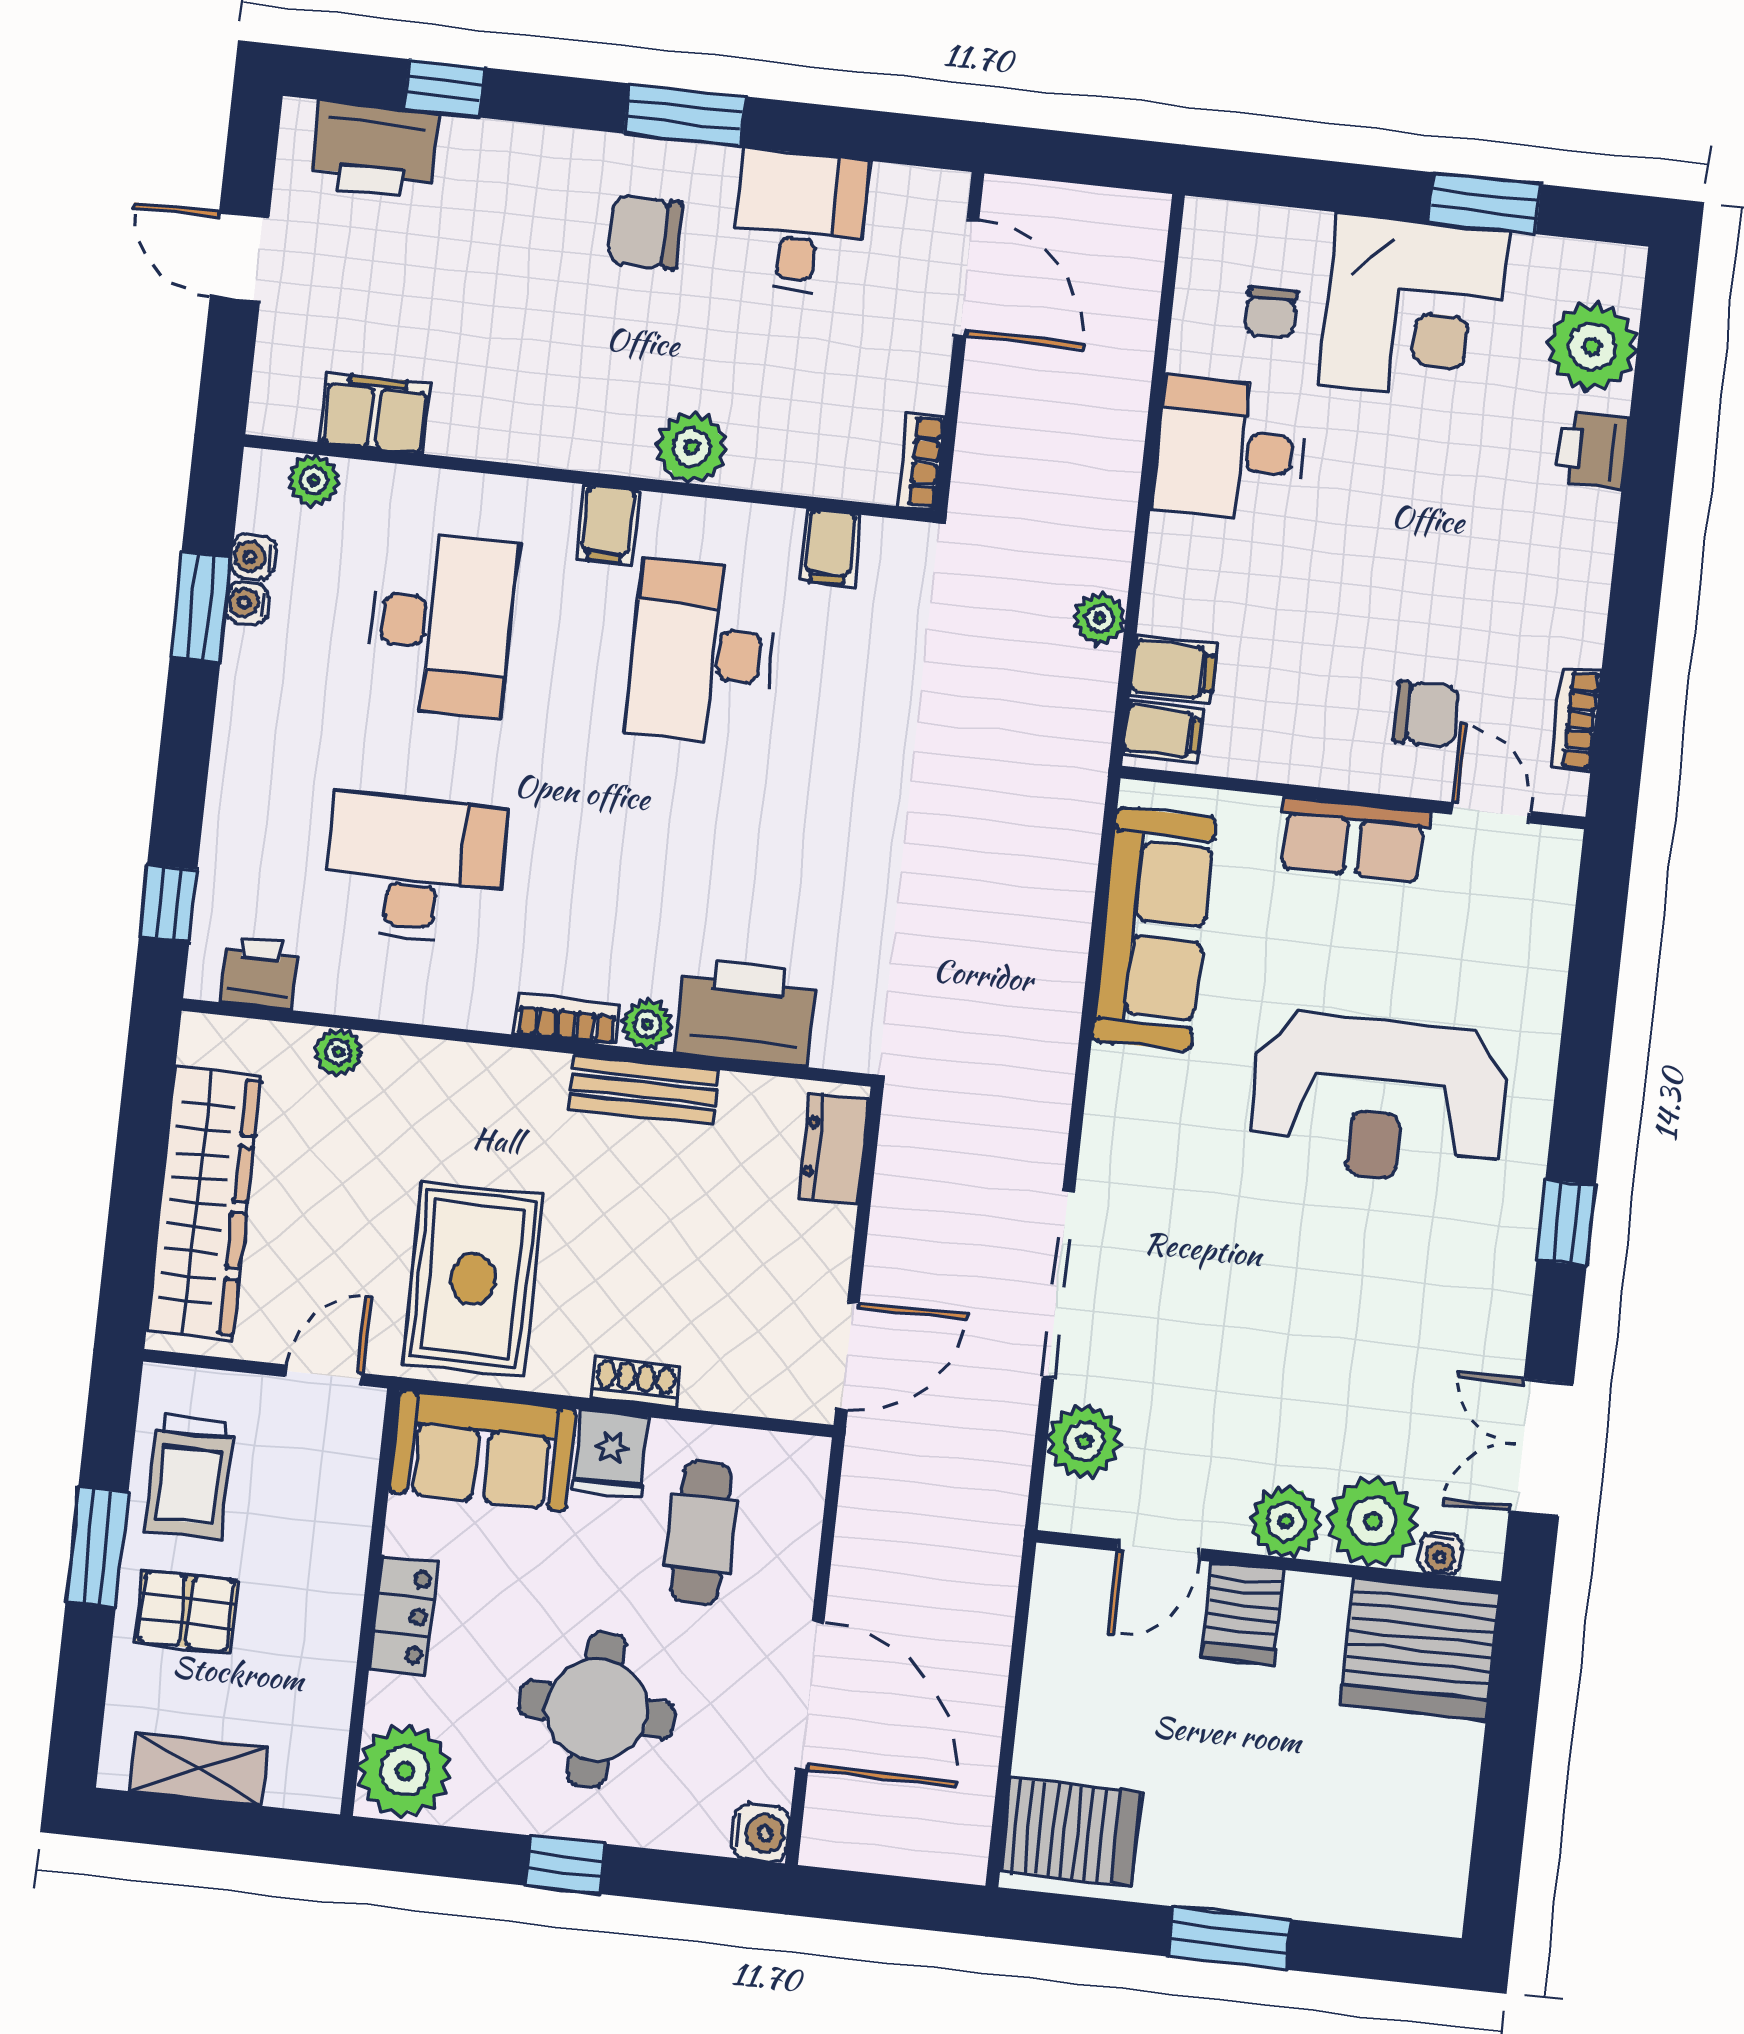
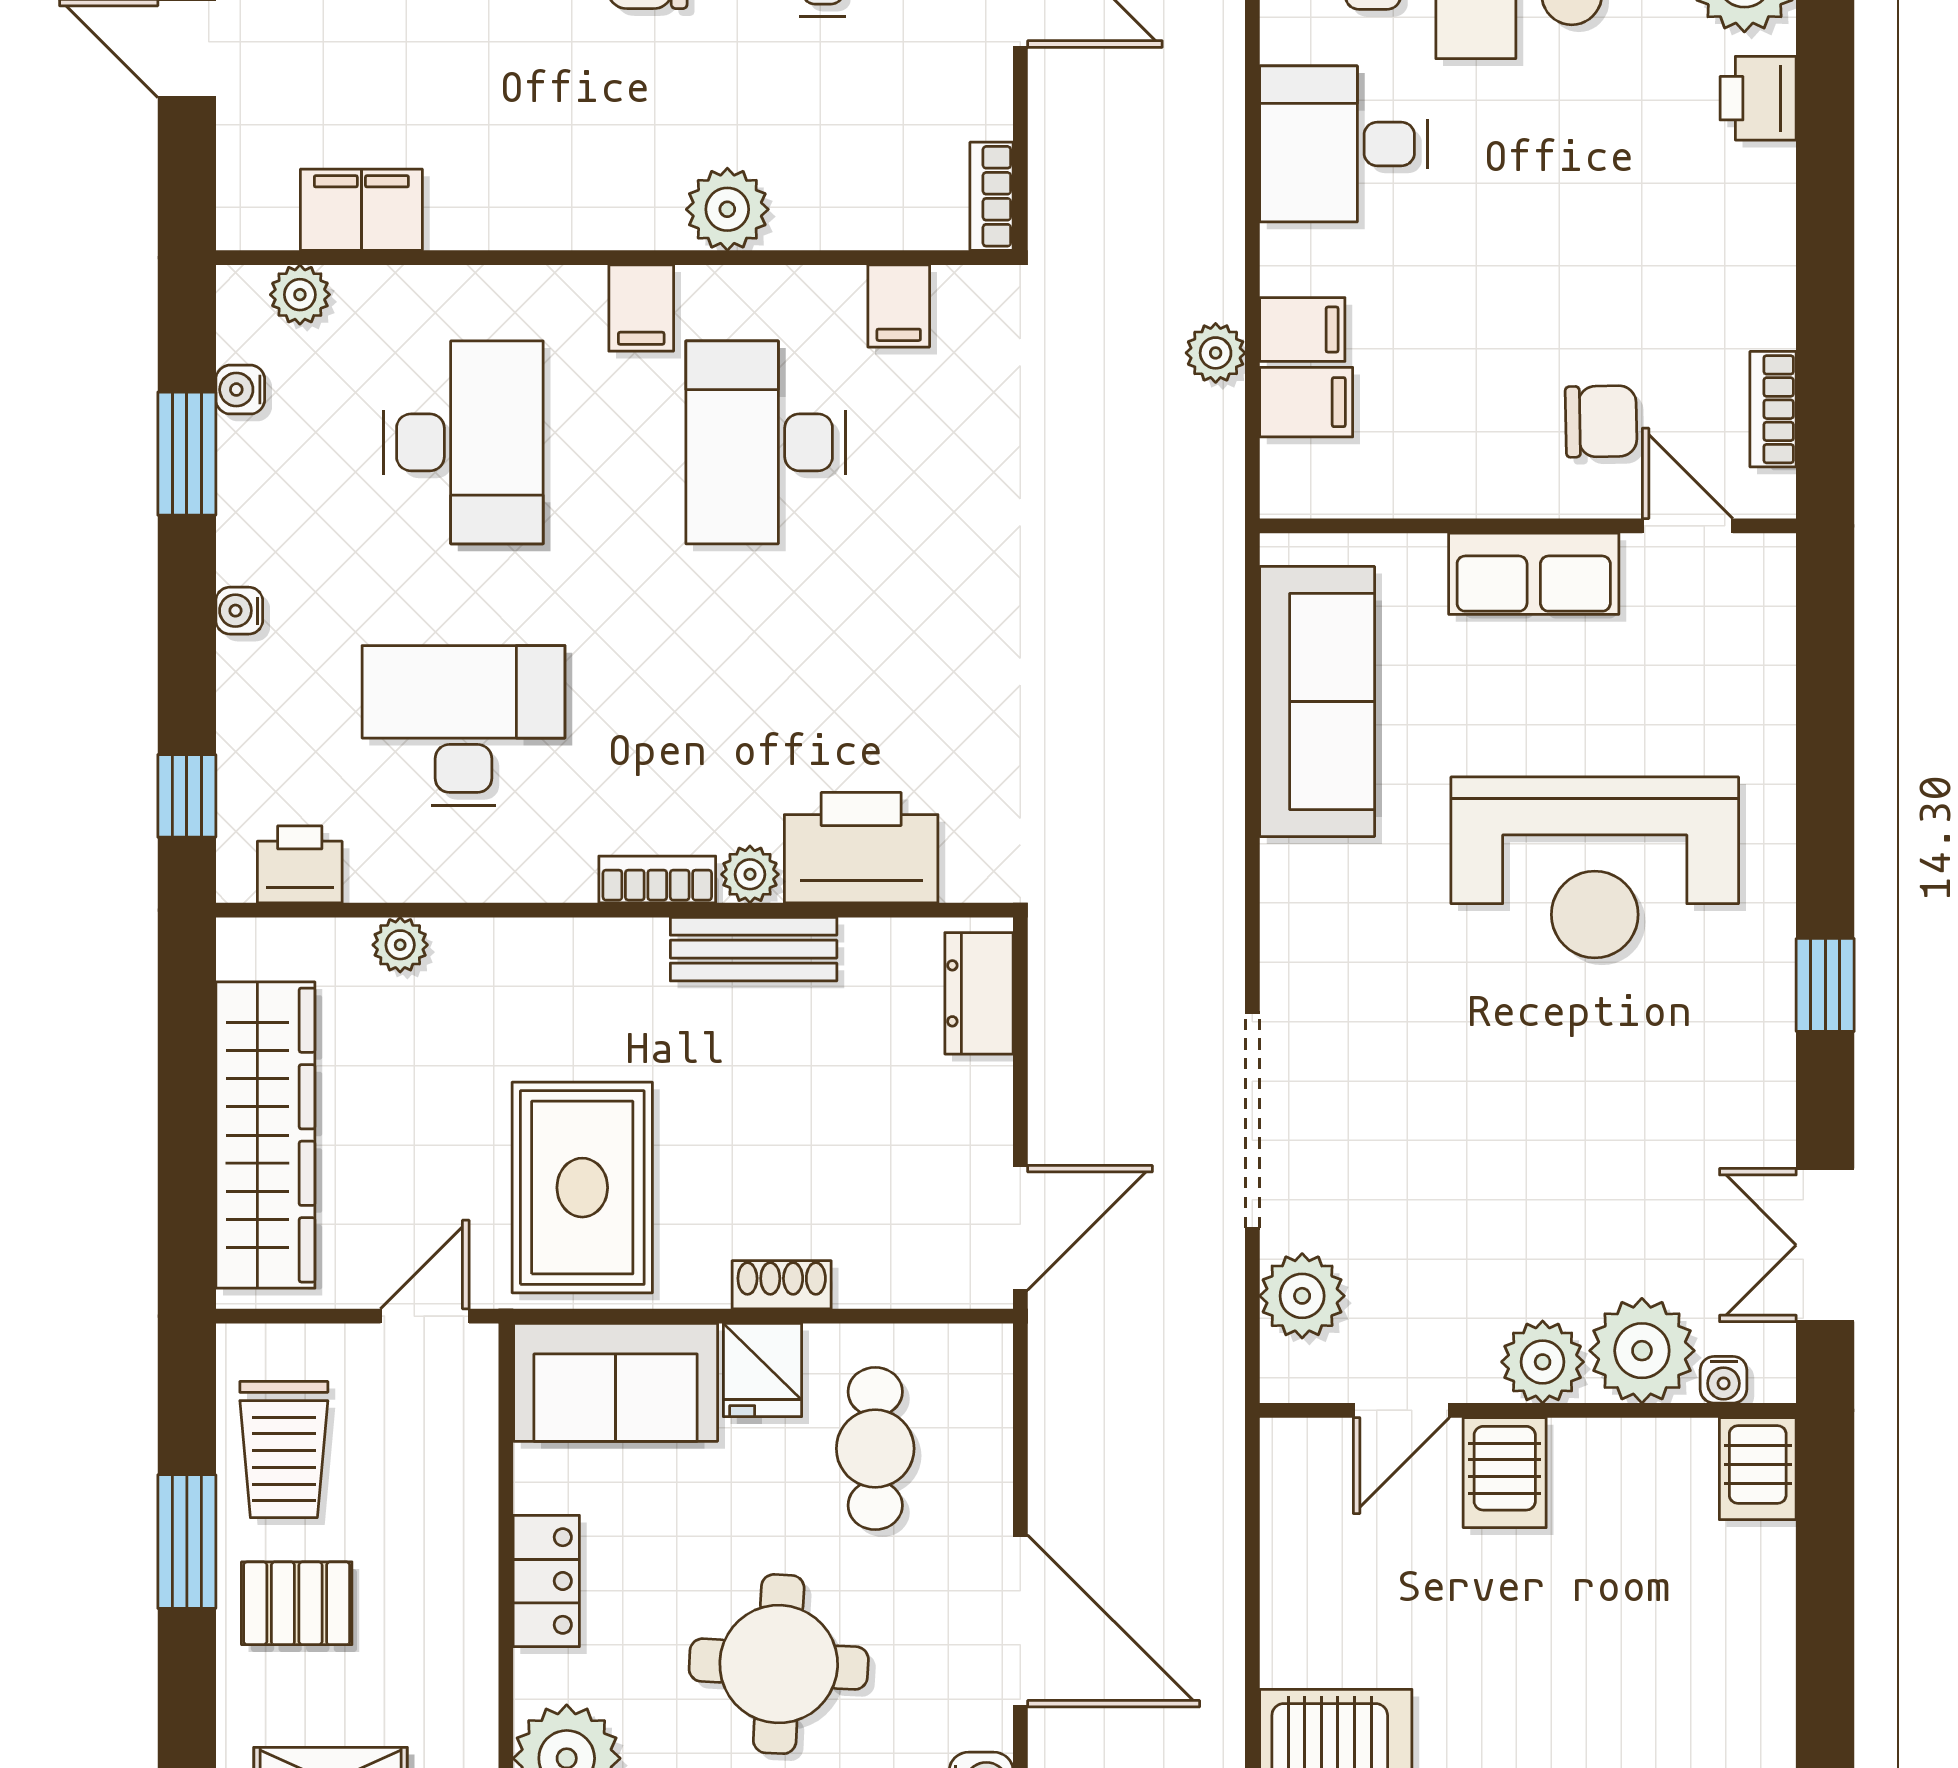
water cooler: (247, 603) -> (239, 611), moved
filing cabinet: (1163, 732) -> (1302, 330), moved
server rack: (1420, 1649) -> (1758, 1469), width x0.46, depth x0.70

